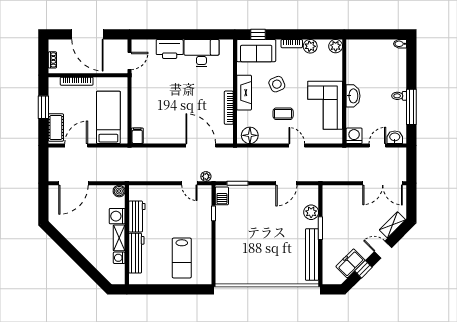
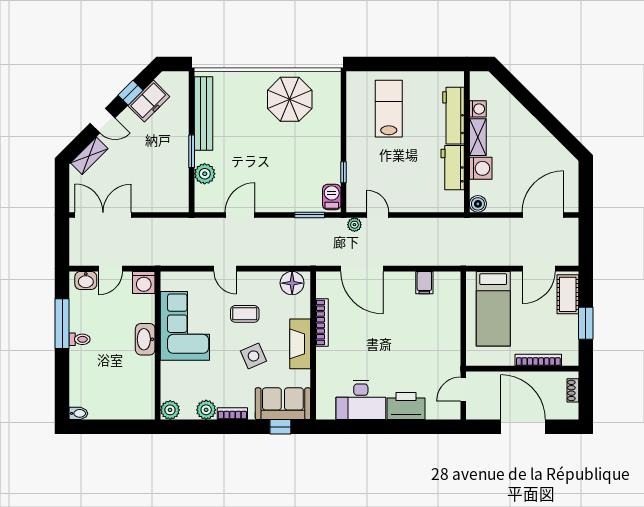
filing cabinet: (137, 136) -> (424, 283), moved
parasol: (251, 265) -> (290, 99), added

